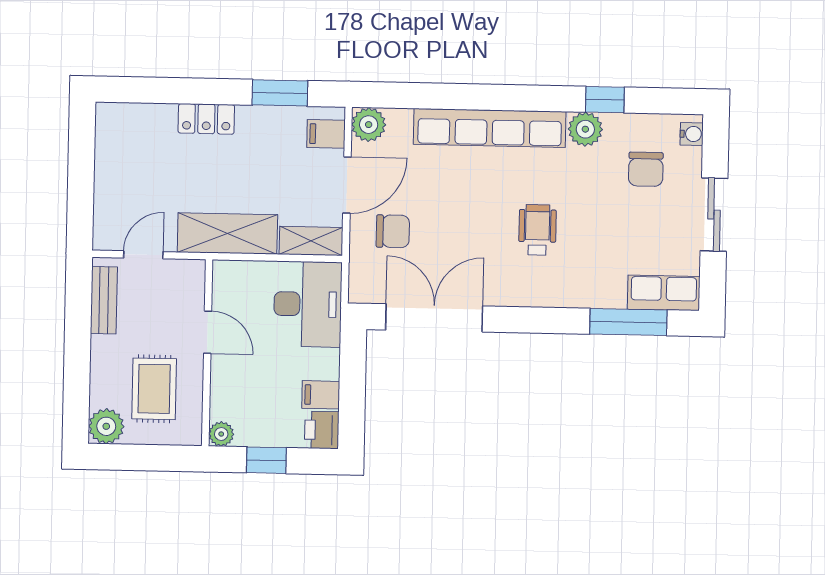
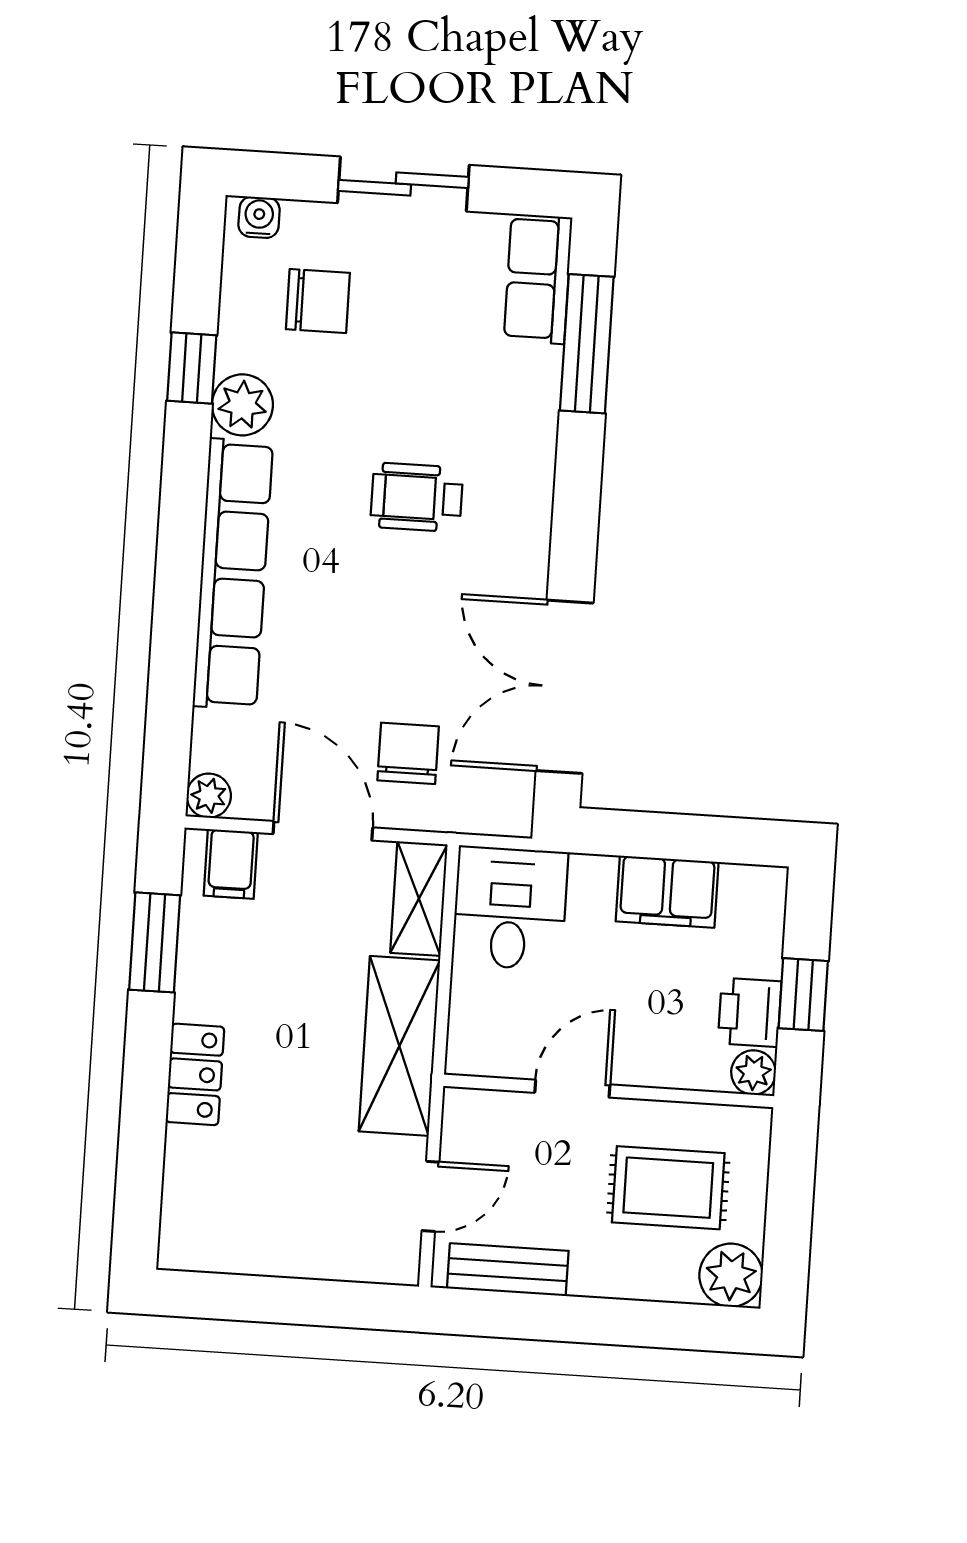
plant: (369, 125) -> (209, 796), width x0.73, depth x0.73
door: (143, 255) -> (430, 1196), swing flipped
desk: (308, 304) -> (510, 908), width x0.73
filing cabinet: (321, 395) -> (667, 892), width x2.00
printer: (322, 430) -> (750, 1012), moved, turned 90

